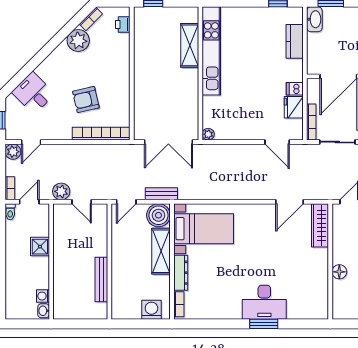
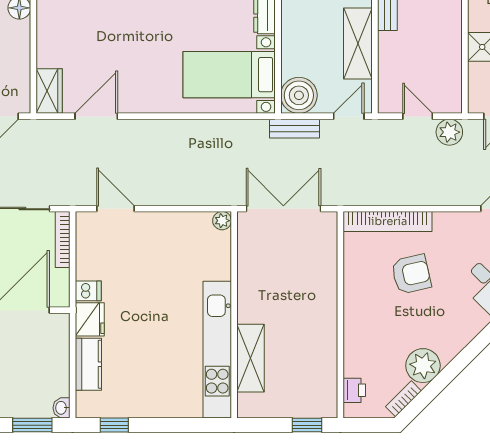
washbasin: (314, 19) -> (62, 408), width x0.52, depth x0.69
fridge: (294, 107) -> (90, 319), moved
wardrobe: (320, 225) -> (49, 91), width x0.67
shelving: (161, 251) -> (358, 44), moved

